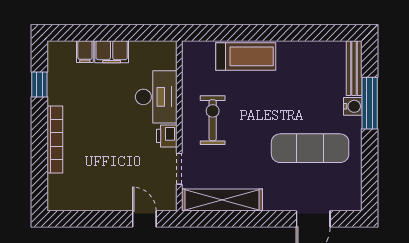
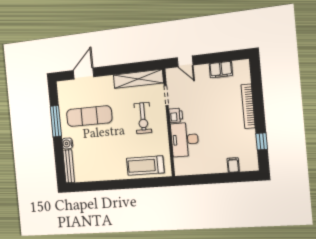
filing cabinet: (112, 52) -> (221, 70), moved, turned 180
treadmill: (246, 56) -> (145, 166), moved
window: (370, 103) -> (56, 121), moved
exercise bike: (213, 120) -> (143, 118), moved

